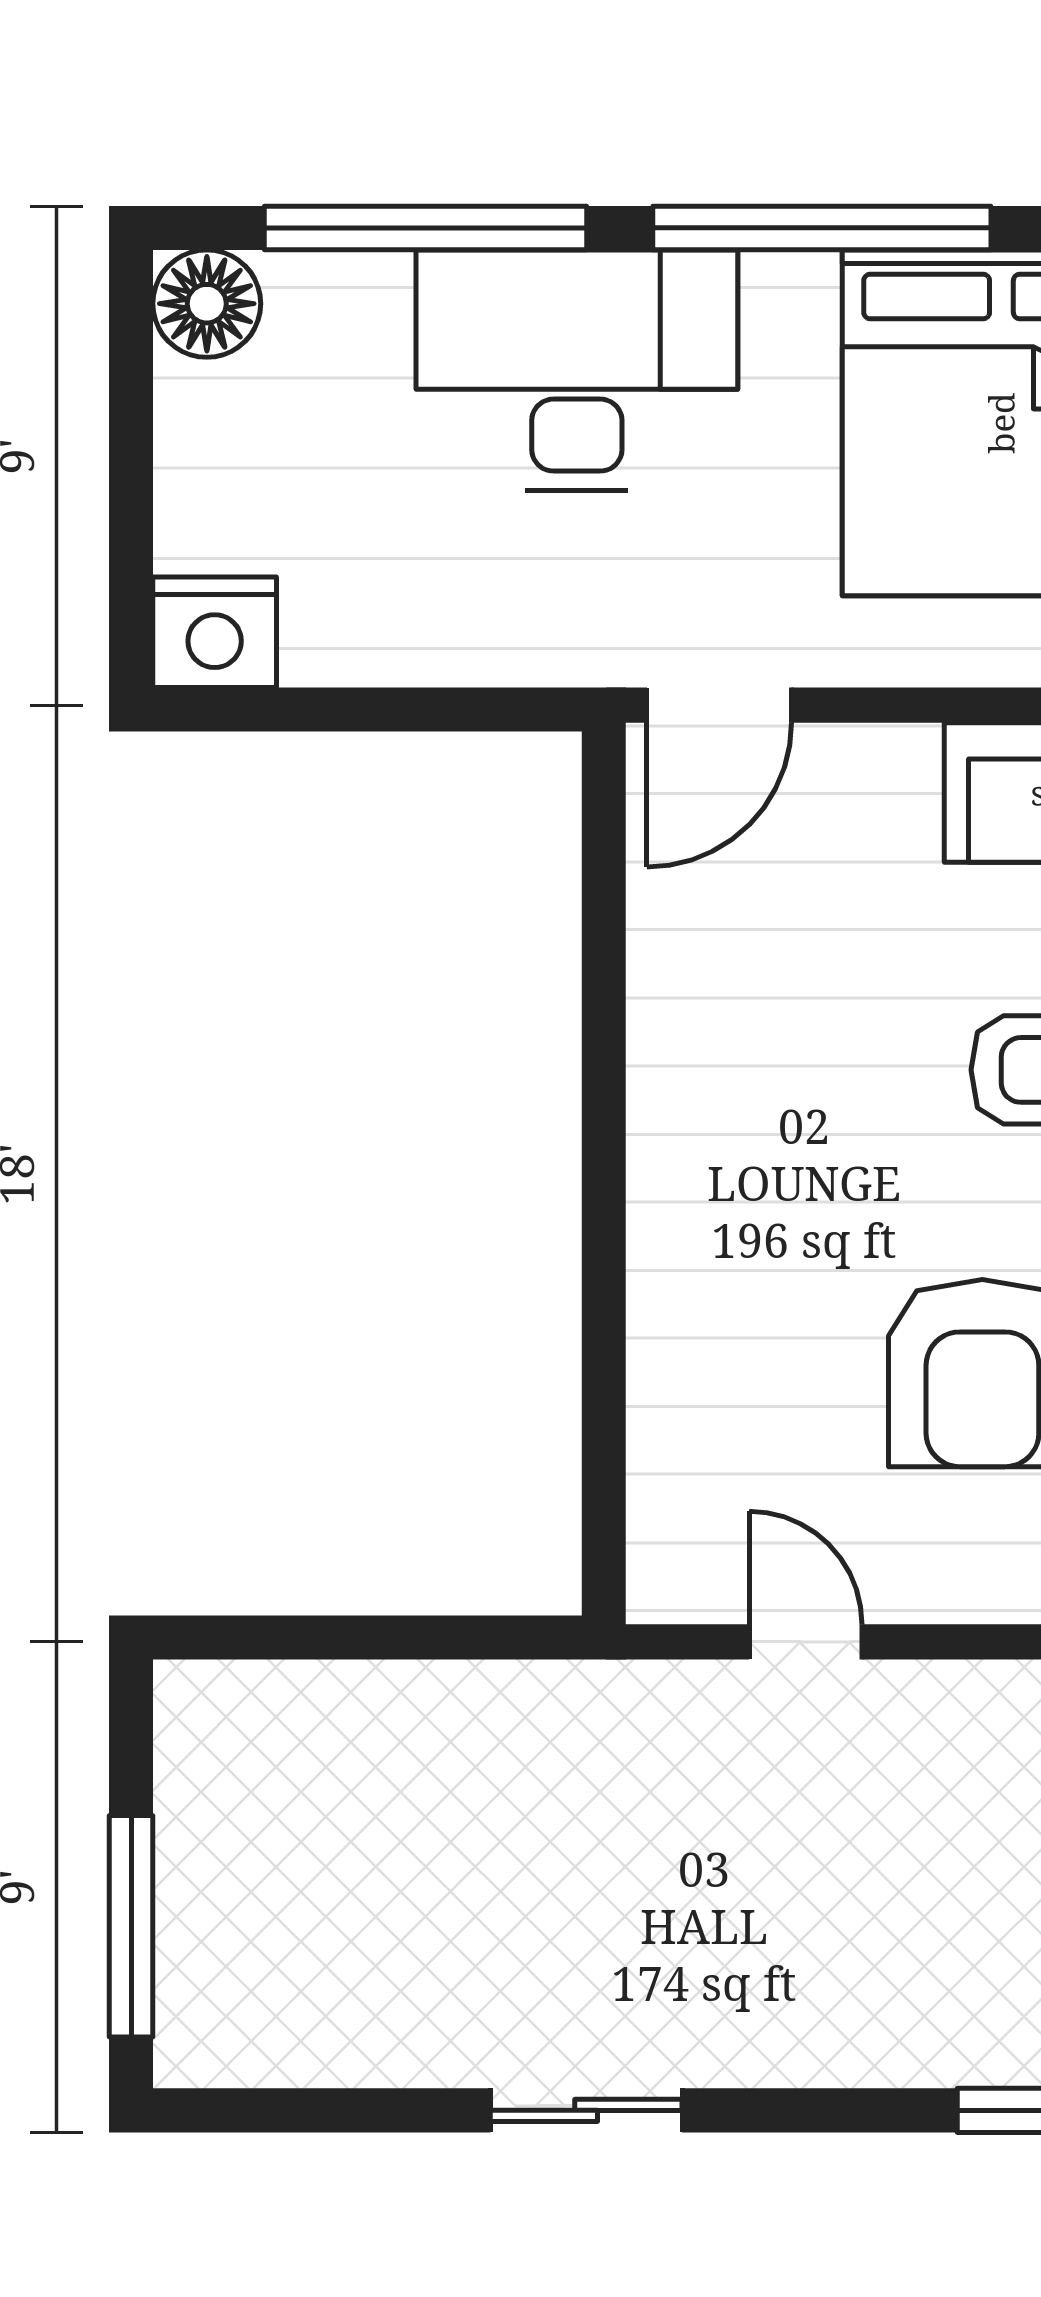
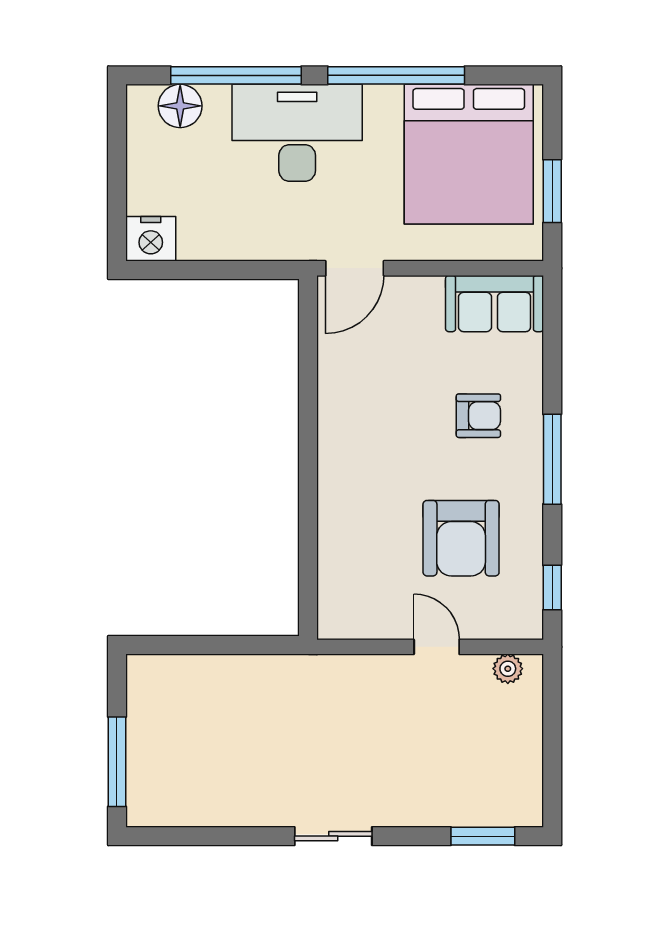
floor lamp: (207, 304) -> (180, 106), moved
door: (806, 1642) -> (437, 647), moved
sliding door: (586, 2110) -> (333, 836), moved

